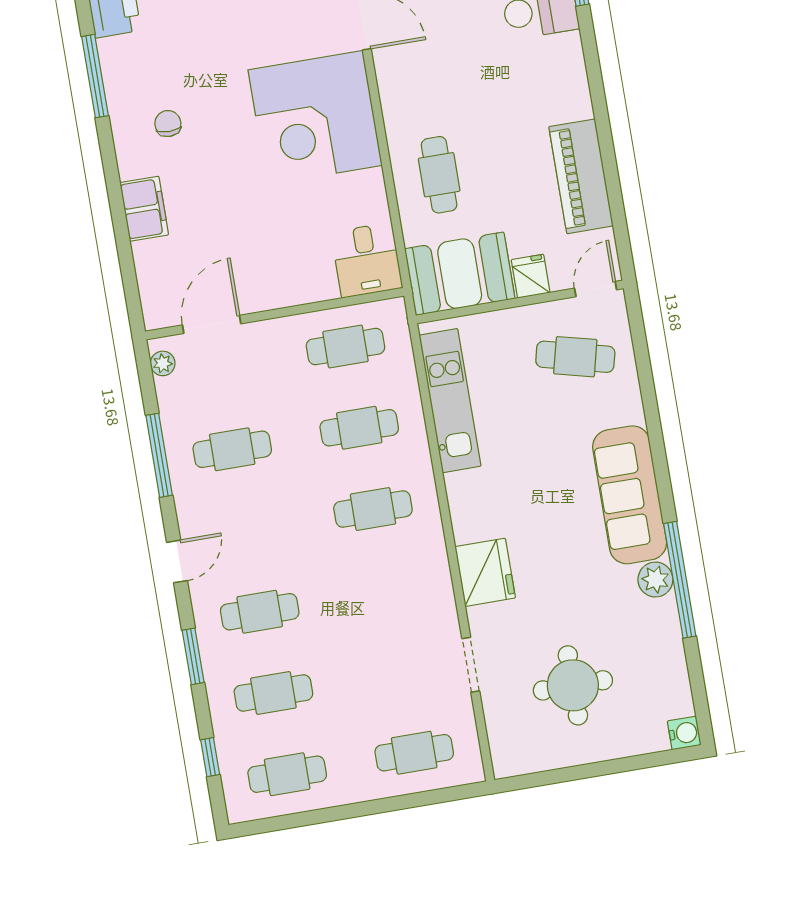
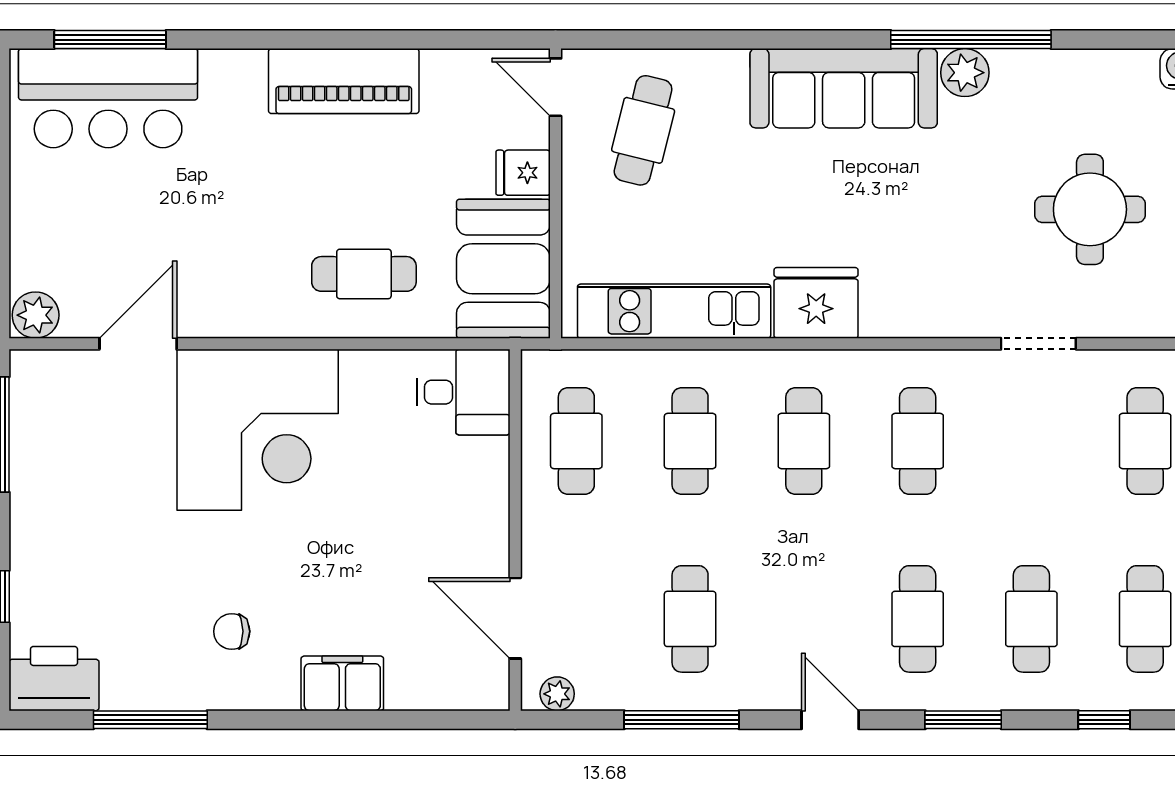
piano: (581, 176) -> (344, 81), moved
fridge: (485, 572) -> (816, 303), moved
cafe table: (387, 590) -> (918, 441), added

